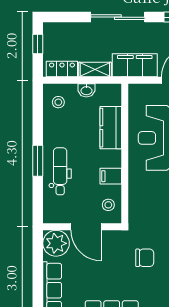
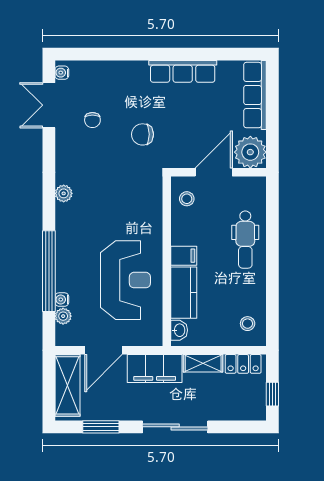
washbasin: (86, 90) -> (179, 330), moved, turned 90
window: (38, 161) -> (272, 252), removed
filing cabinet: (111, 176) -> (184, 256), moved
door: (86, 227) -> (214, 172), hinge flipped

